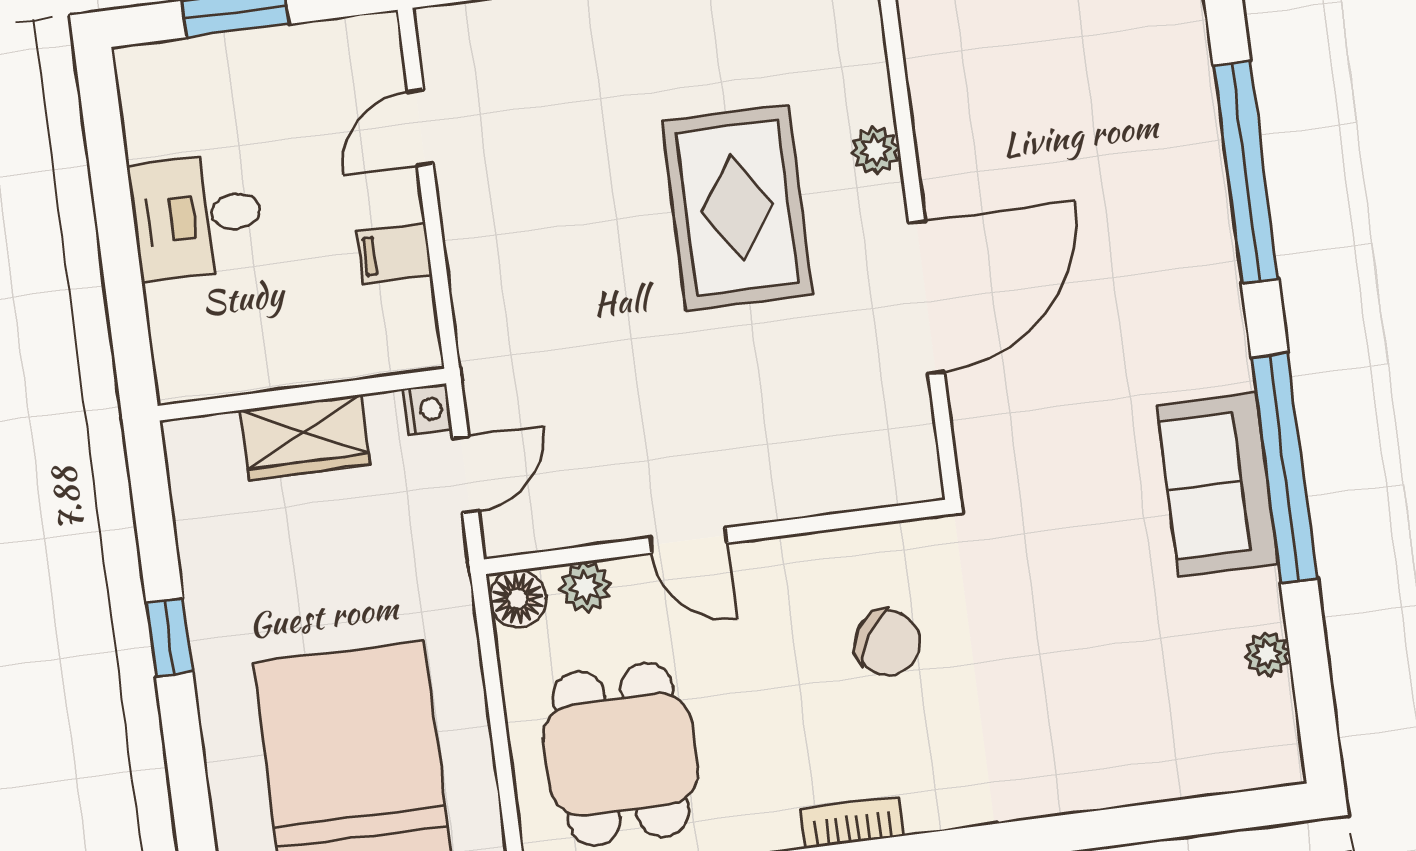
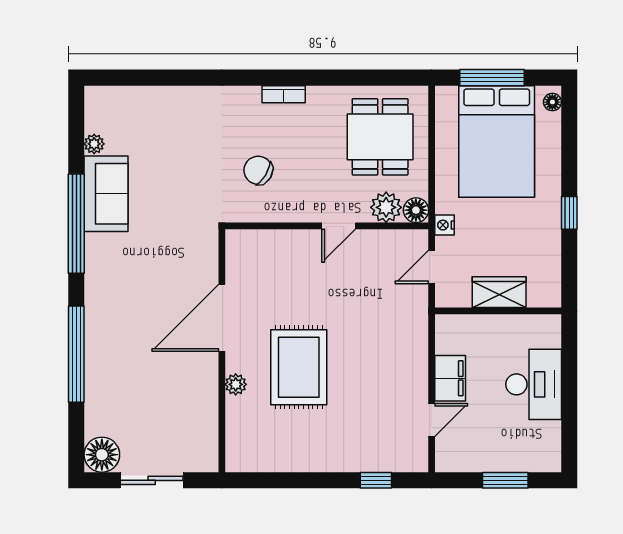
desk: (197, 216) -> (534, 384), width x1.37
filing cabinet: (394, 253) -> (450, 378), width x2.00
nightstand: (427, 409) -> (444, 225), moved
sofa: (1218, 484) -> (106, 194), moved
door: (688, 540) -> (339, 226), swing flipped
plant: (585, 587) -> (386, 207), width x1.38, depth x1.38

